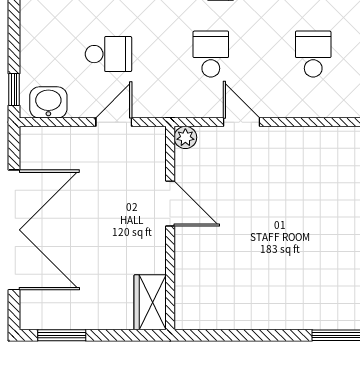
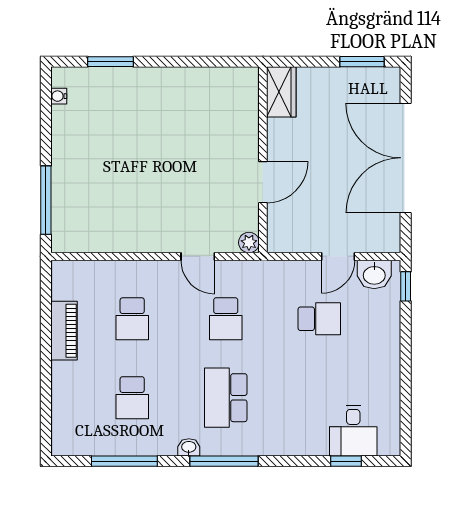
school desk: (108, 54) -> (319, 319), turned 180
door: (114, 122) -> (338, 256), moved
door: (170, 204) -> (263, 182), swing flipped

